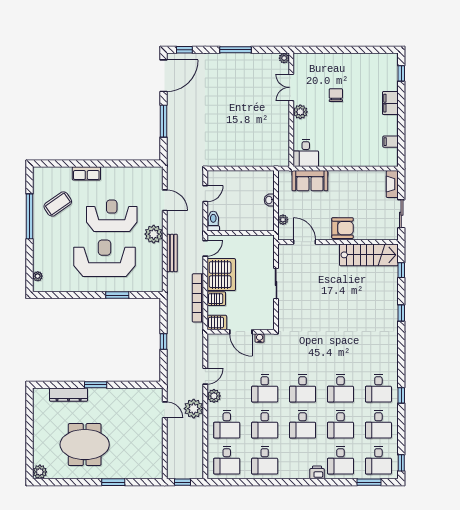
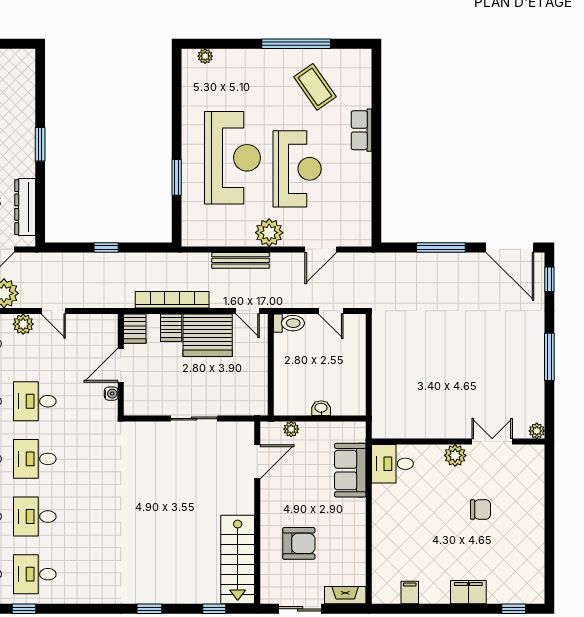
armchair: (343, 228) -> (299, 543), moved, turned -90
dresser: (69, 395) -> (25, 207), moved

